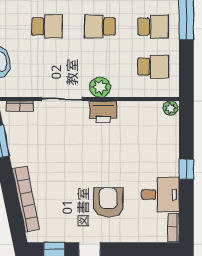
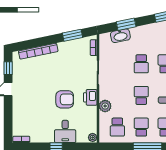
school desk: (153, 26) -> (141, 127), turned 180
plant: (100, 87) -> (105, 106), moved
desk: (160, 195) -> (65, 131), moved
armchair: (108, 202) -> (65, 99), moved

